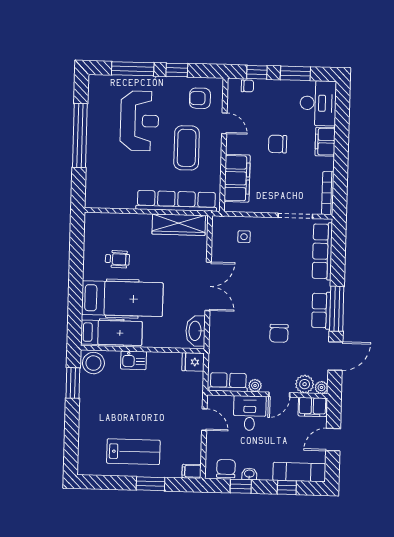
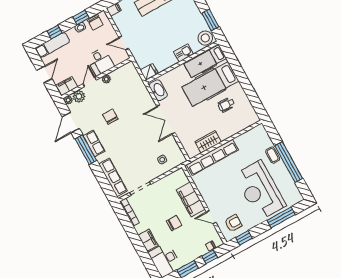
window: (177, 70) -> (244, 238), moved
reception desk: (140, 121) -> (260, 190), width x1.36, depth x1.30
coffee table: (187, 148) -> (273, 155), moved, width x0.54, depth x0.58
filing cabinet: (237, 178) -> (191, 200), moved
wardrobe: (179, 225) -> (208, 142), width x0.67
row of seats: (228, 382) -> (123, 72), removed

